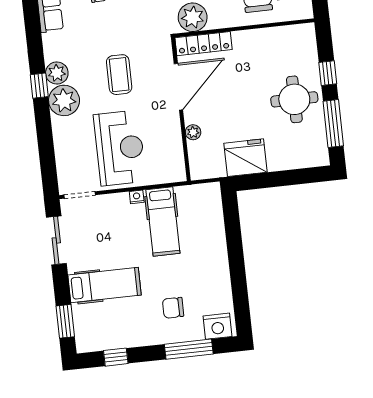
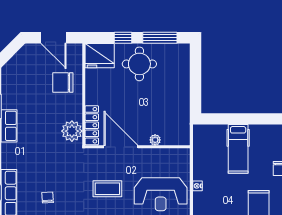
reception desk: (120, 148) -> (161, 194), turned 180
fridge: (246, 158) -> (100, 56), moved, turned -90
hospital bed: (163, 221) -> (238, 149), moved, turned 90

